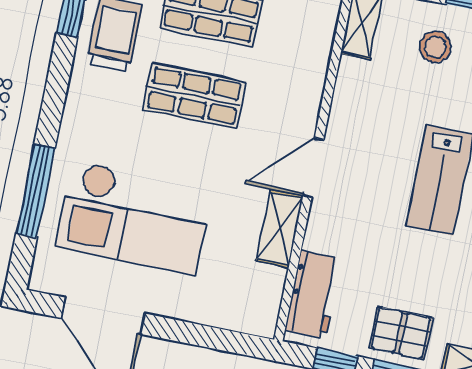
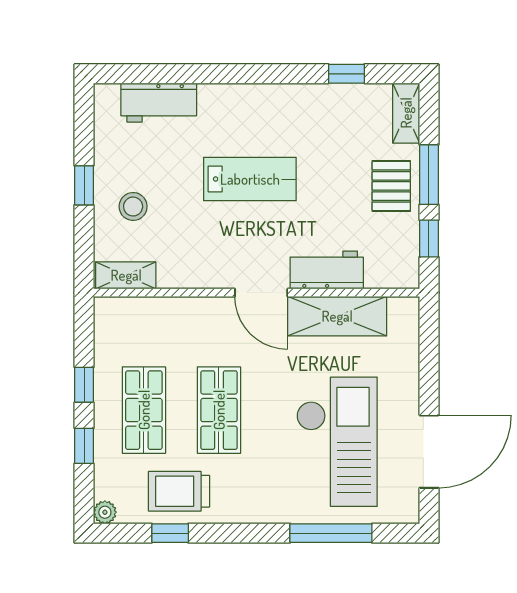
shelving: (280, 228) -> (337, 316), width x1.50, depth x1.33
workbench: (313, 295) -> (327, 270), moved

